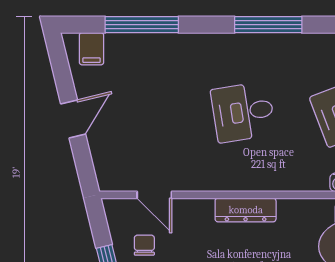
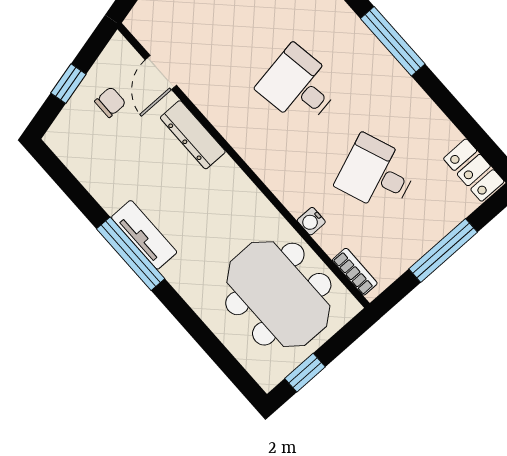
dresser: (246, 210) -> (193, 135), moved

